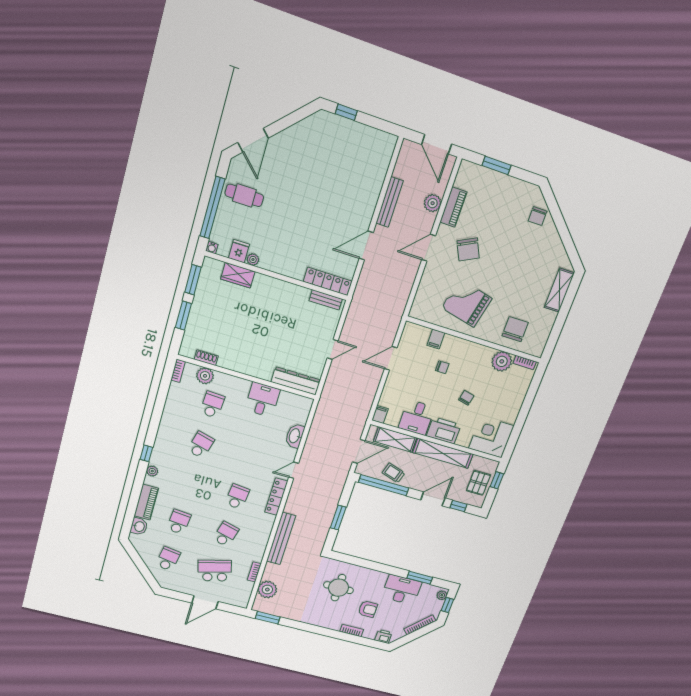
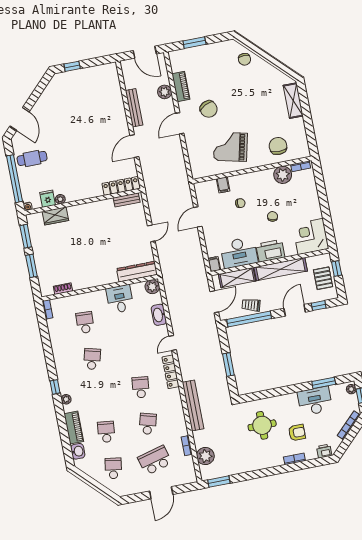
plant: (205, 376) -> (152, 287), moved
desk: (417, 418) -> (239, 253), width x1.37

